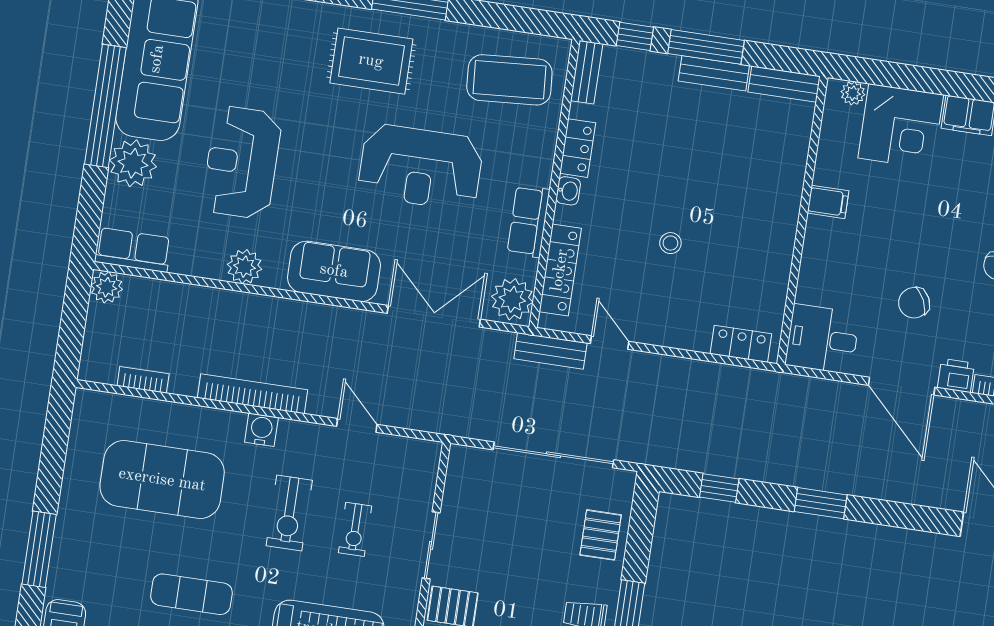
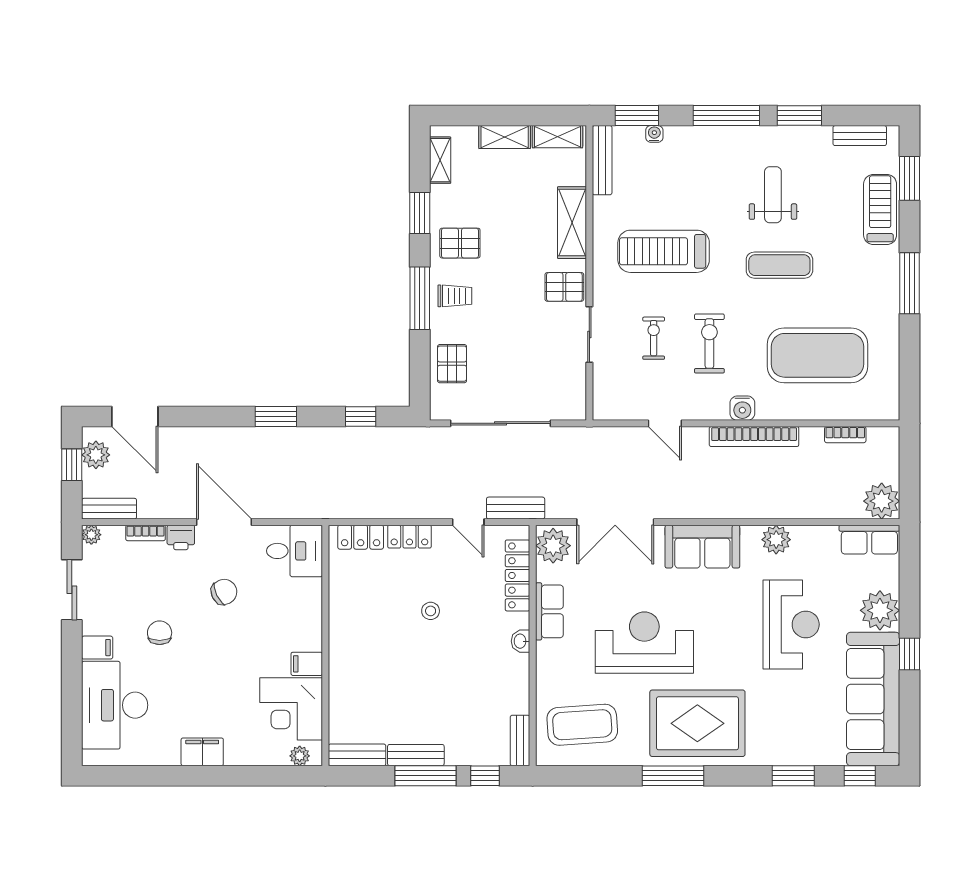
rug: (371, 61) -> (697, 723), width x1.37, depth x1.44
window: (105, 106) -> (910, 654), width x0.32
corner desk: (901, 126) -> (291, 709), moved, turned -90
locker: (578, 148) -> (409, 537), moved, turned -90
plant: (107, 287) -> (882, 501), width x1.36, depth x1.36

